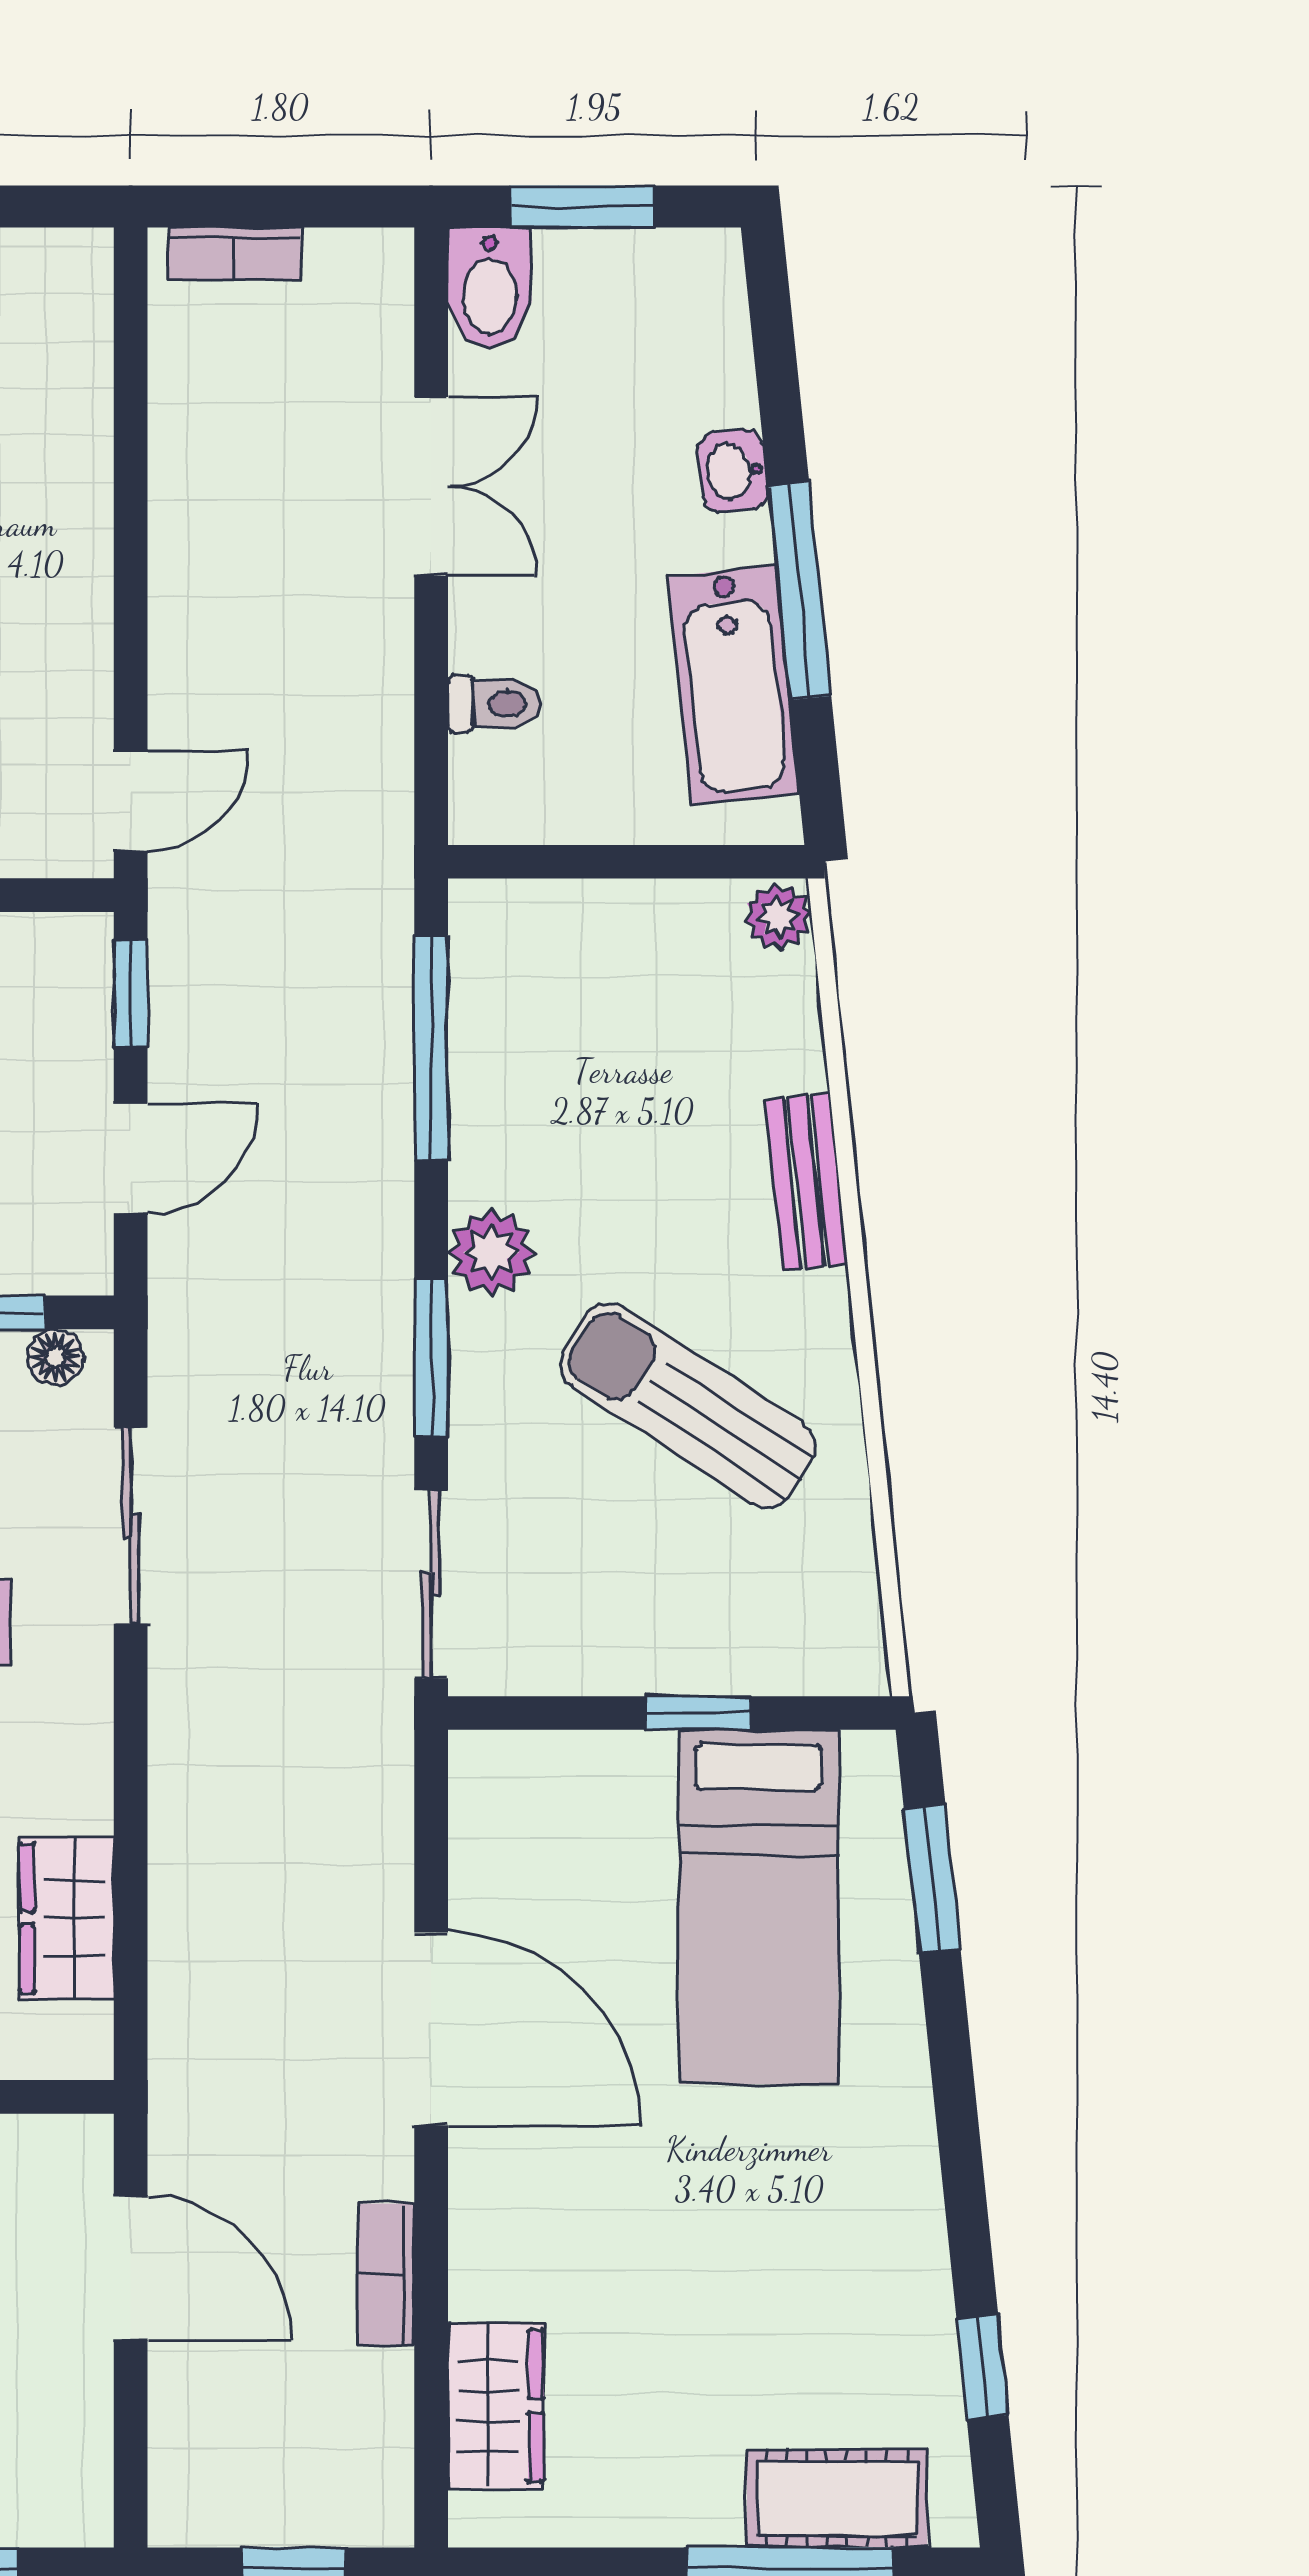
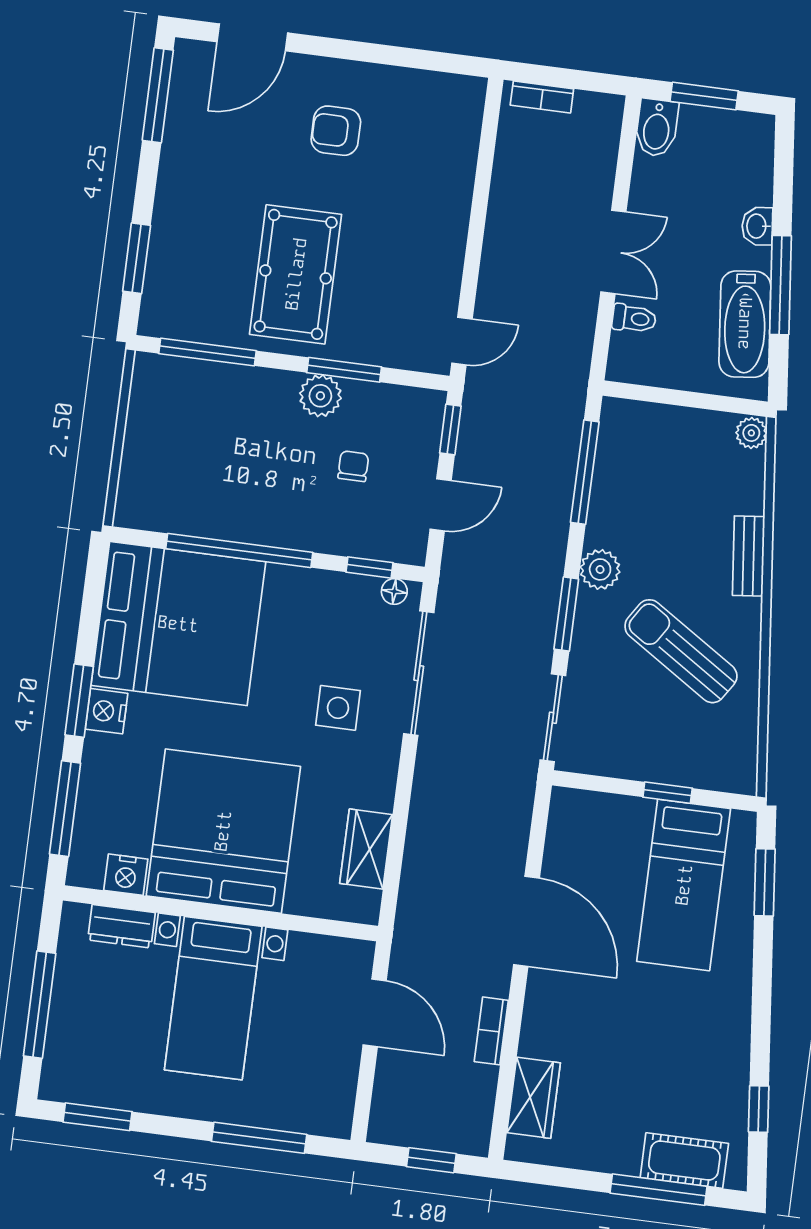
double door: (431, 486) -> (613, 252), moved
sliding door: (131, 1526) -> (419, 673), width x1.37

